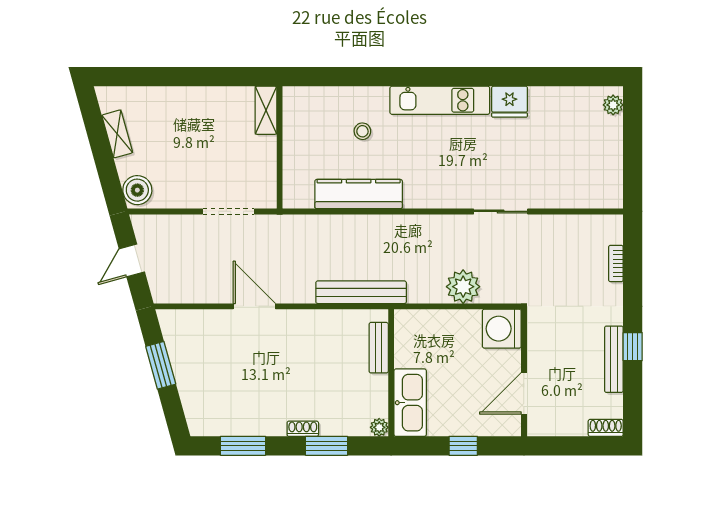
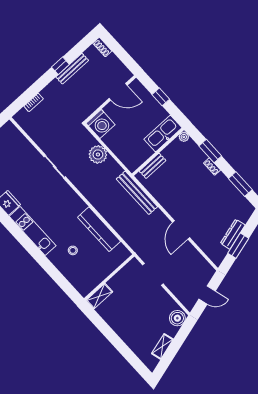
dresser: (183, 372) -> (233, 234), added

